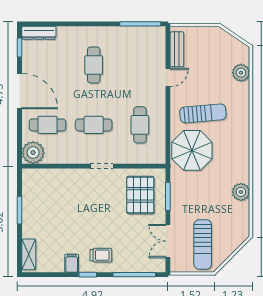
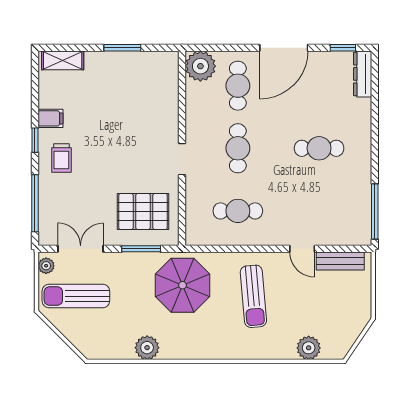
parasol: (192, 150) -> (182, 285), moved
plant: (180, 266) -> (46, 266), added

